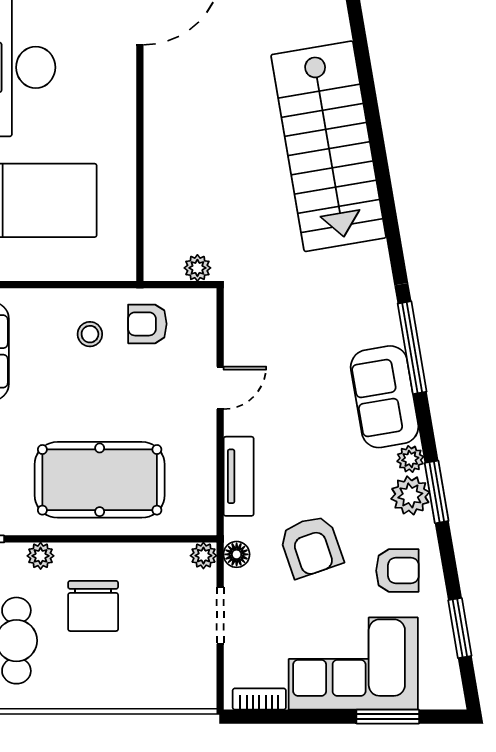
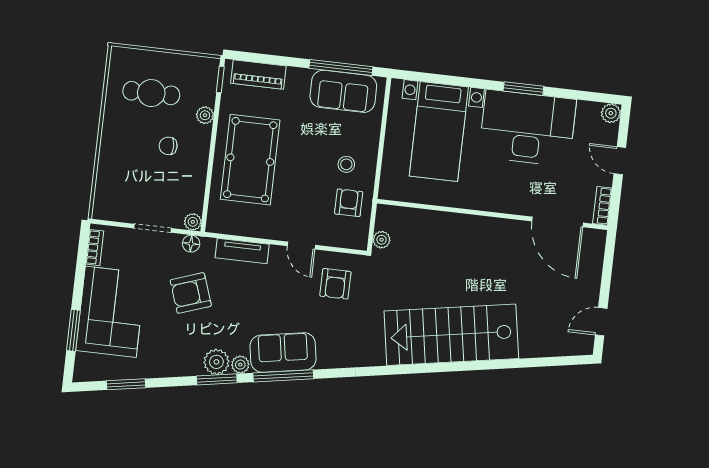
window: (412, 348) -> (283, 376), moved
armchair: (397, 571) -> (335, 284), moved
chair: (93, 606) -> (168, 146), width x0.54, depth x0.54

